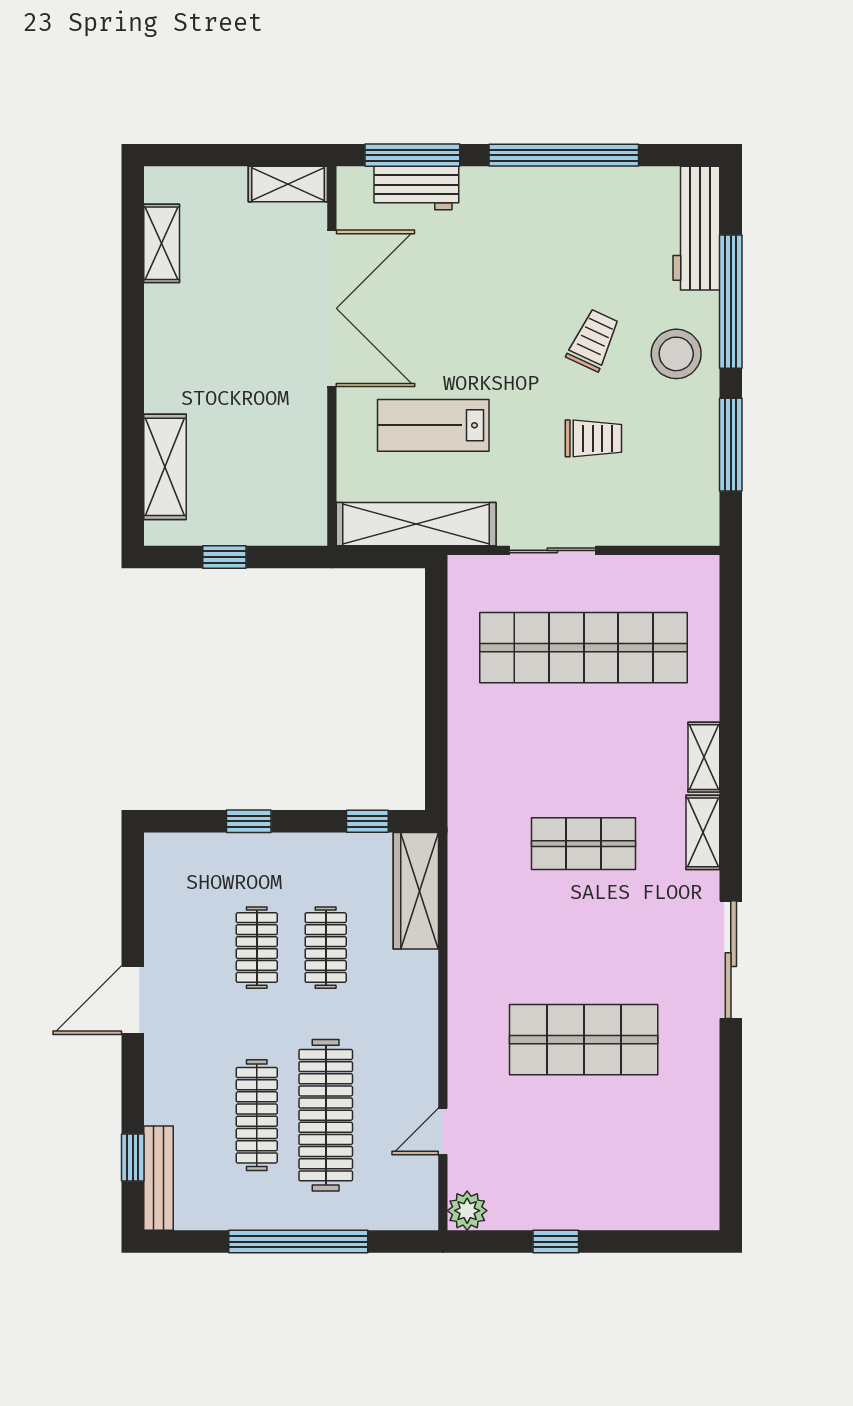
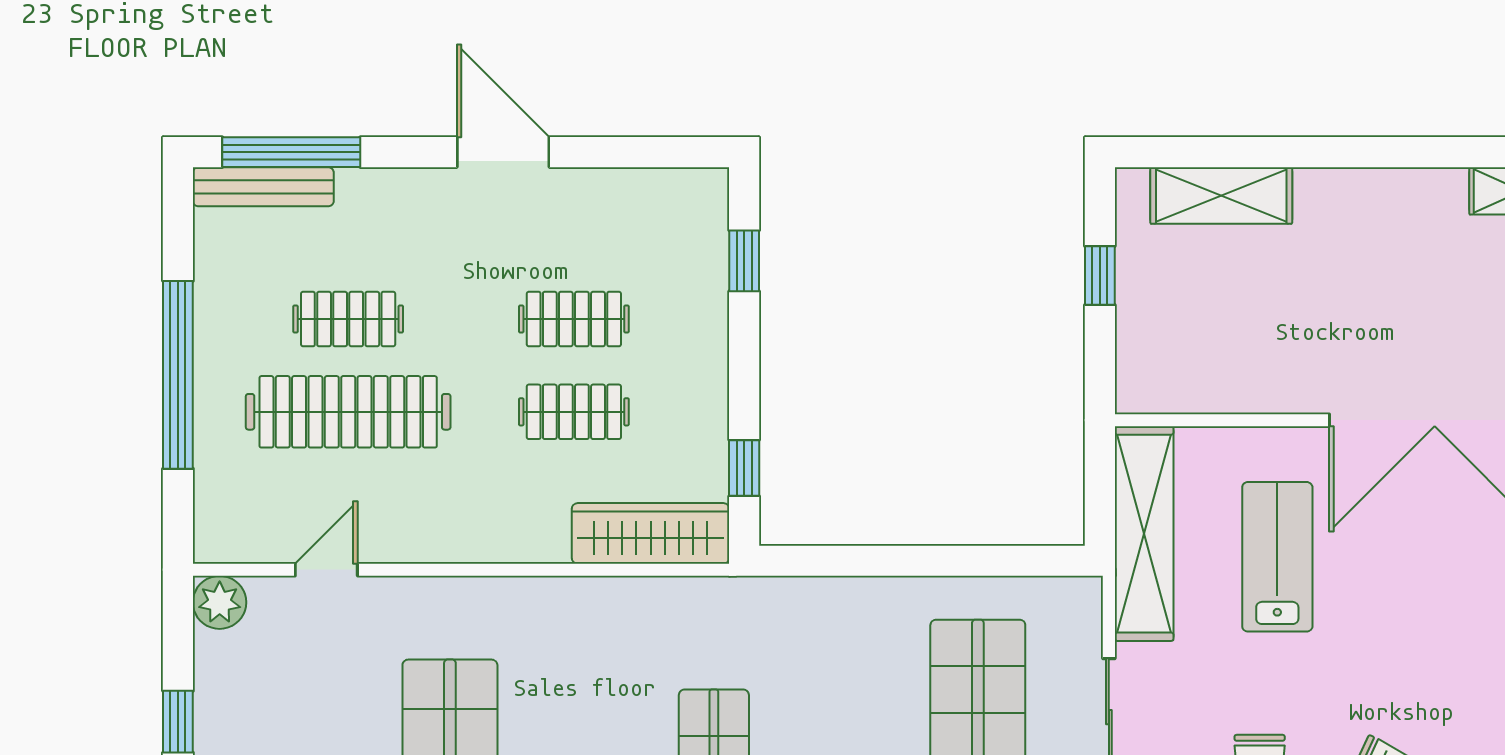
window: (249, 821) -> (744, 261), moved
clothes rail: (257, 1115) -> (348, 319), width x0.73
door: (443, 1131) -> (326, 570), hinge flipped
window: (133, 1157) -> (291, 152), width x2.17

